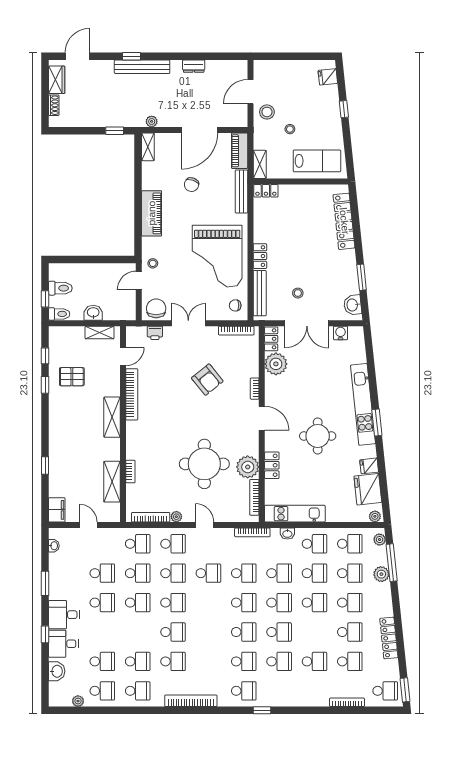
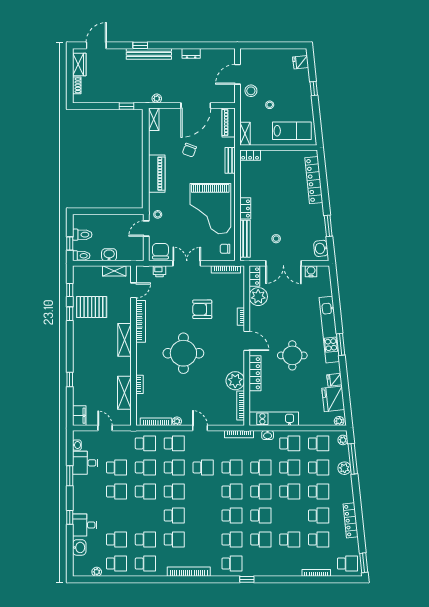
bench: (241, 191) -> (230, 160), width x0.73
pallet: (72, 377) -> (92, 307), width x1.50, depth x1.42
armchair: (207, 380) -> (202, 309), turned 129
round table: (204, 464) -> (183, 353), moved
locker: (272, 465) -> (255, 373), width x1.53
desk: (64, 615) -> (85, 463), moved

